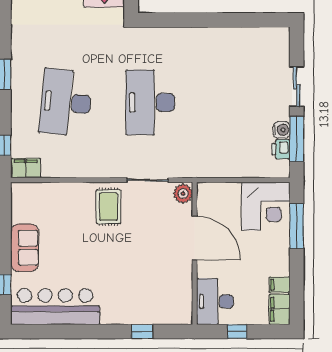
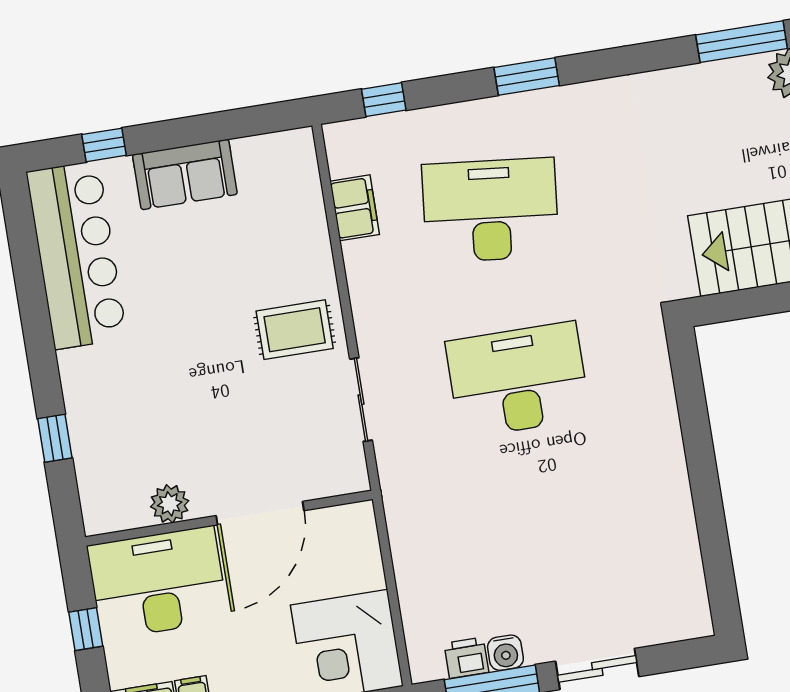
filing cabinet: (26, 168) -> (355, 208), moved
plant: (183, 194) -> (170, 504), moved
desk: (215, 301) -> (158, 583), width x1.36, depth x1.30

